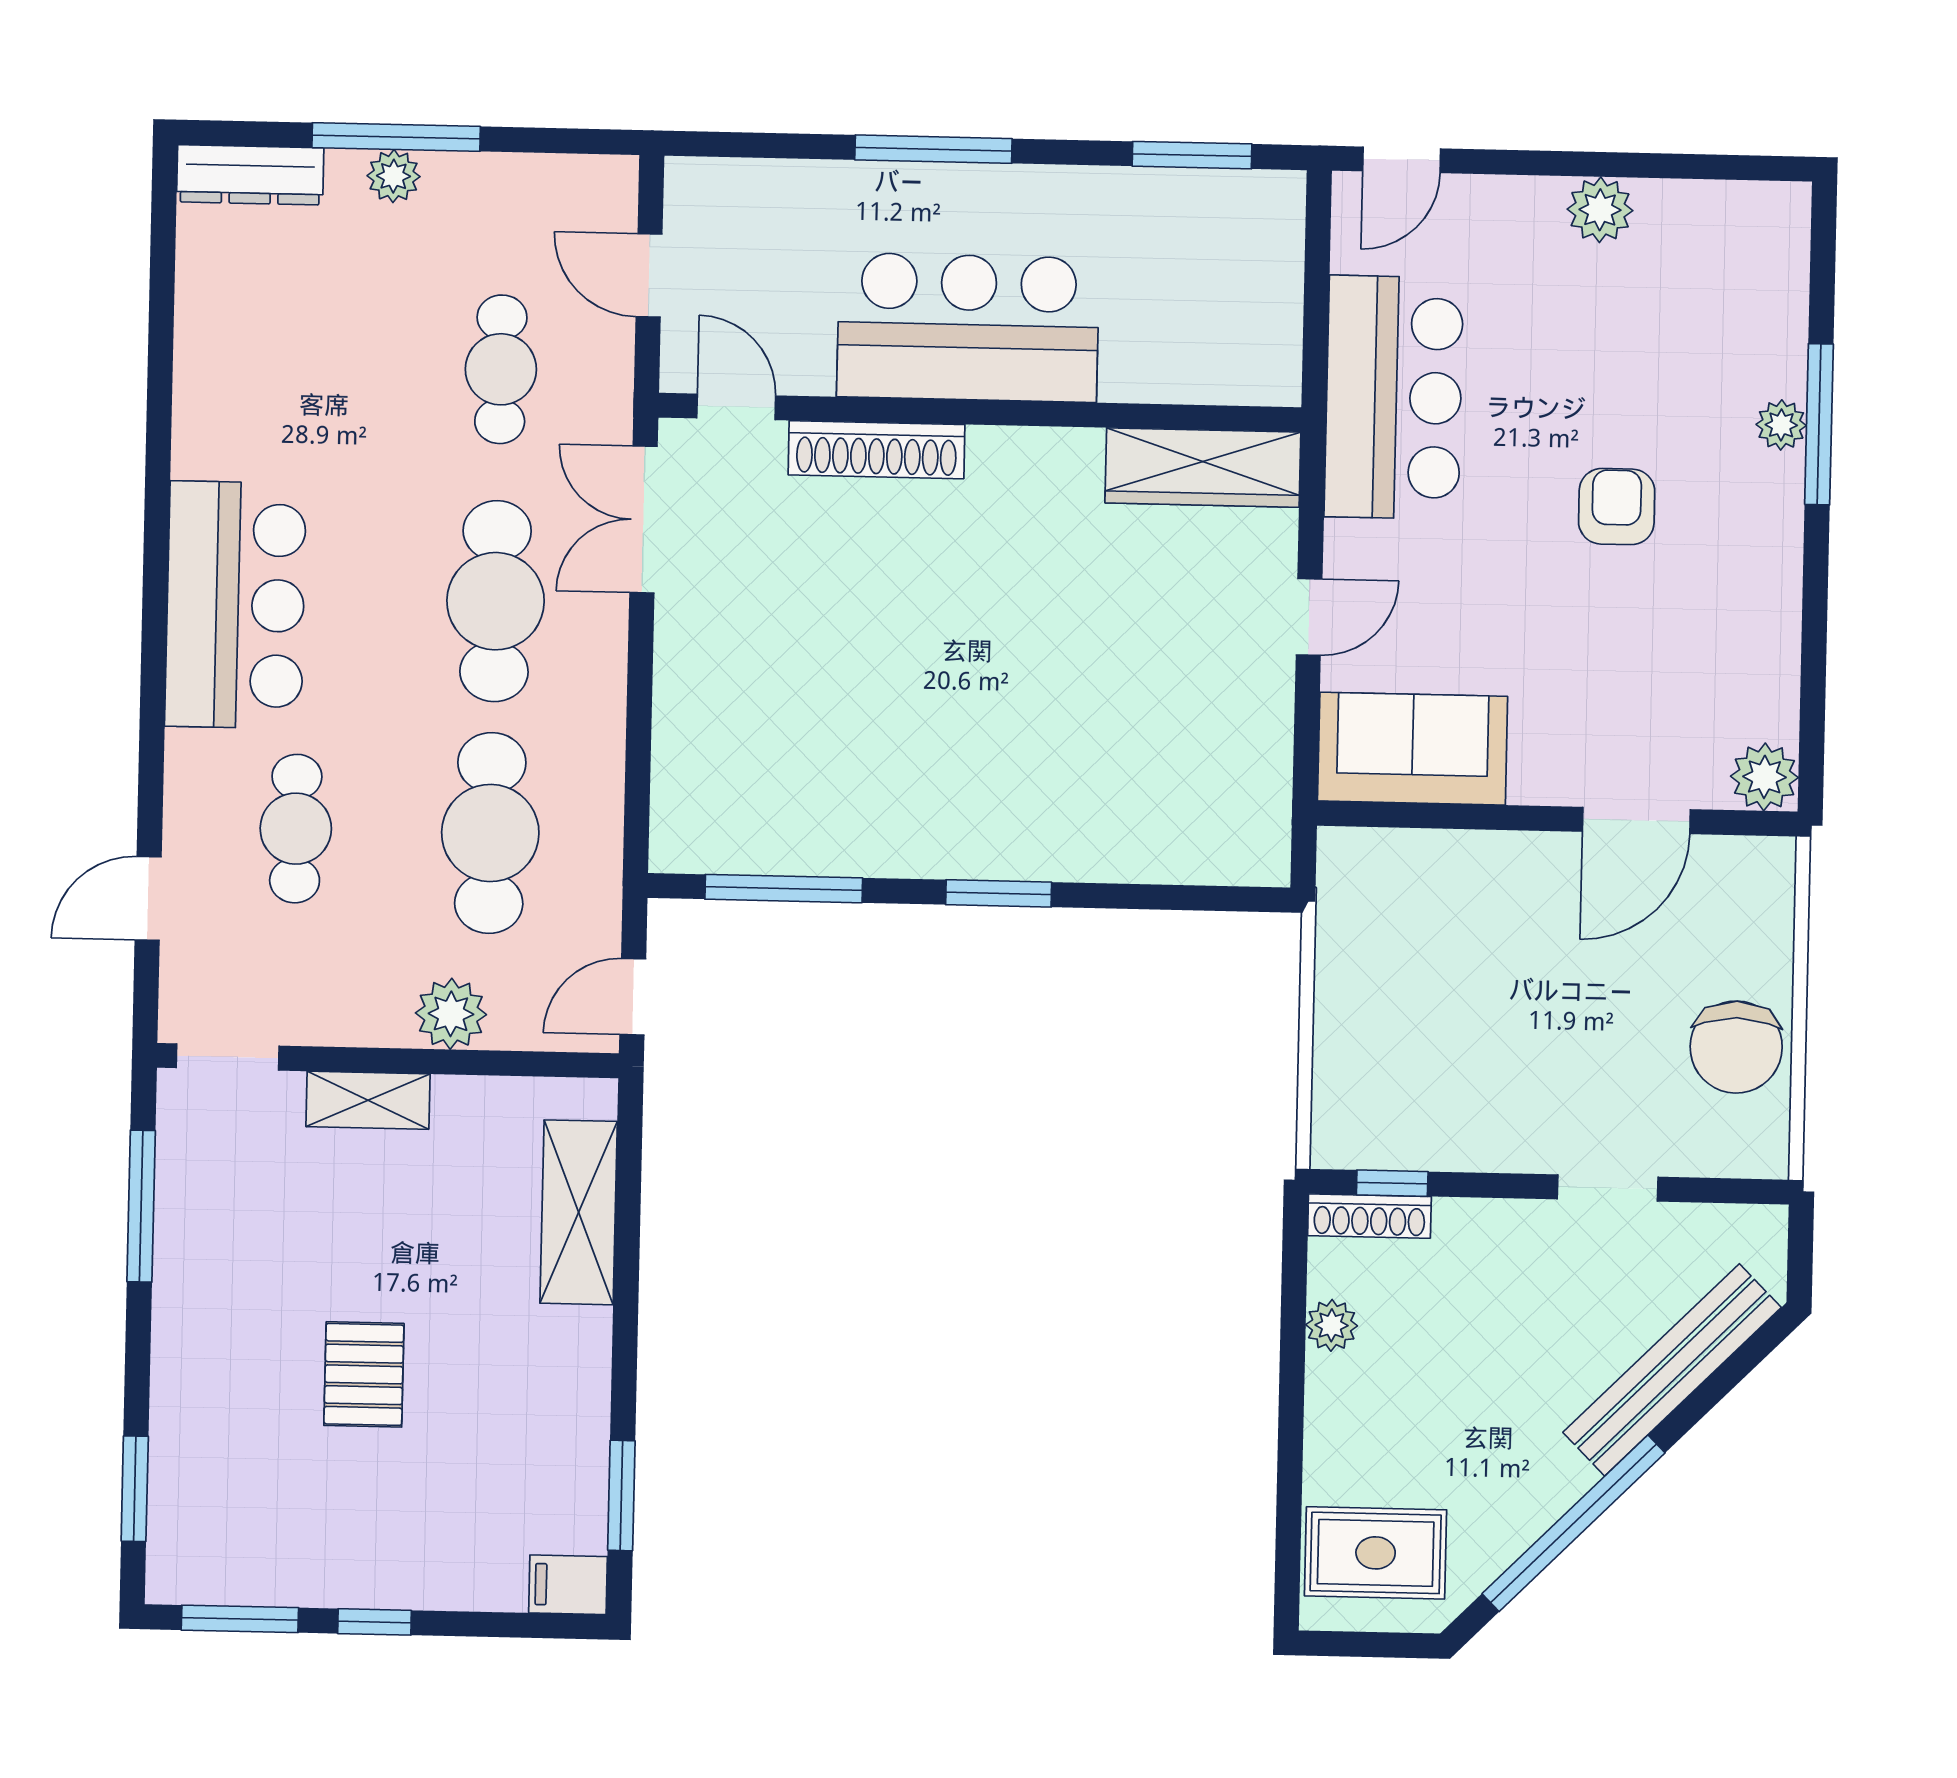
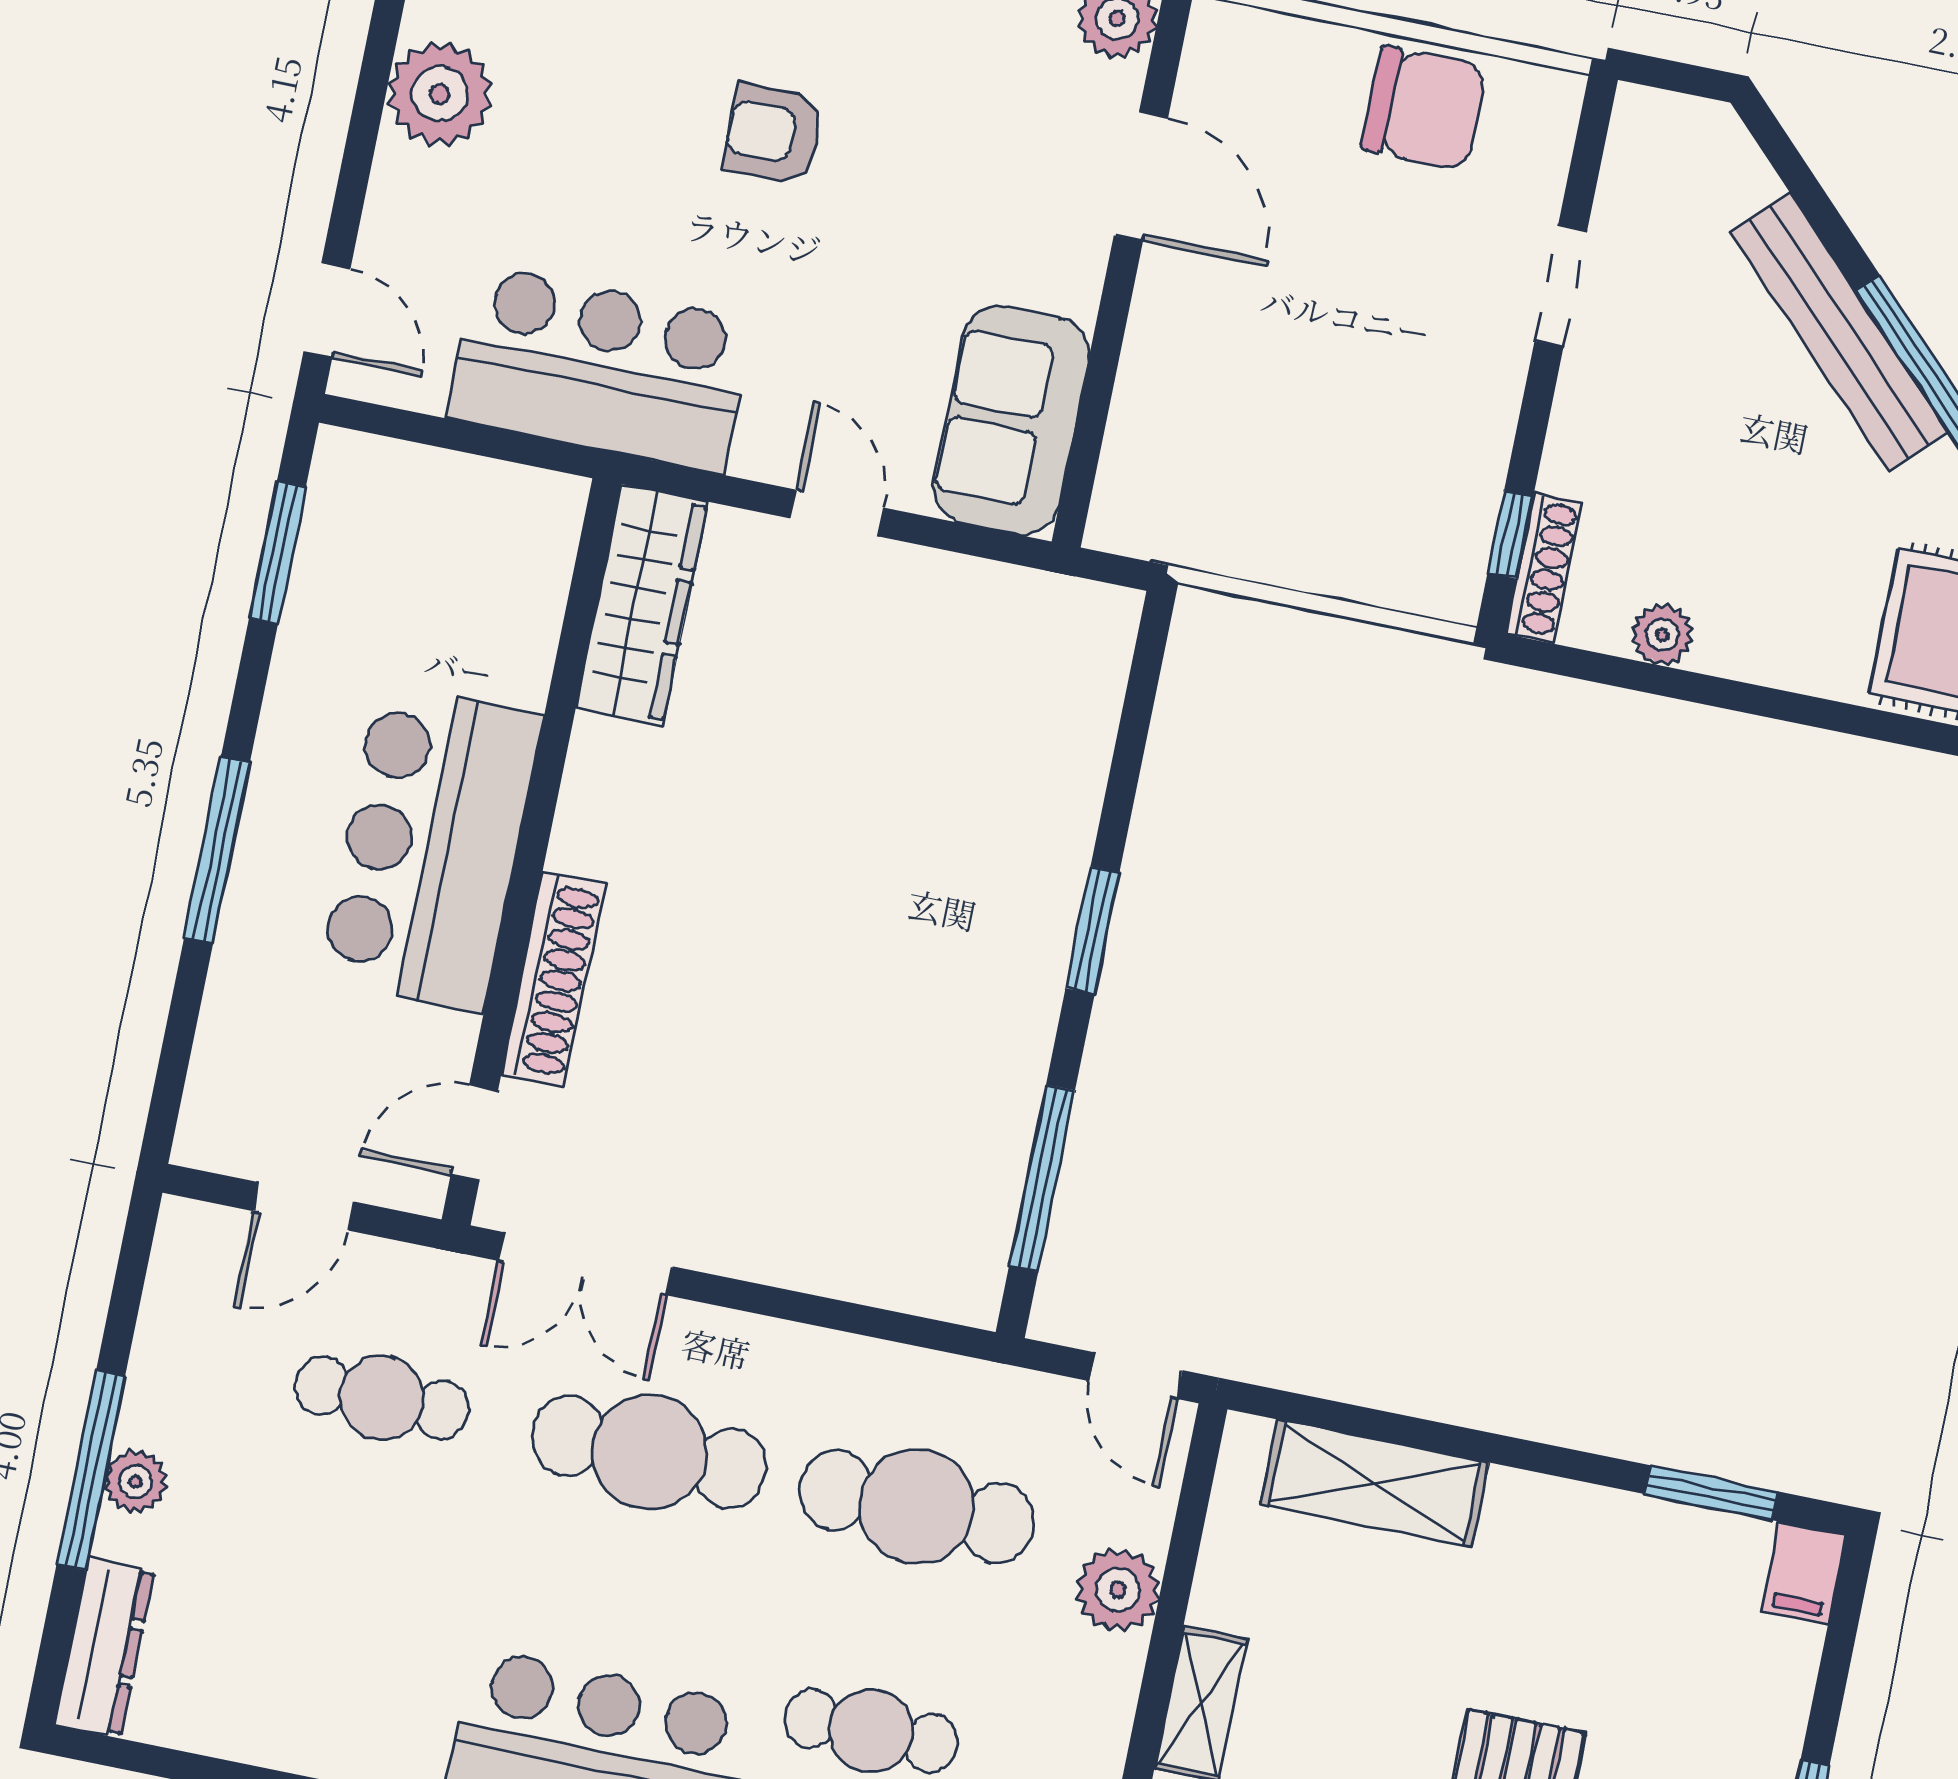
plant: (1600, 210) -> (440, 94), width x1.36, depth x1.36
bench: (1672, 1370) -> (1839, 332), moved

